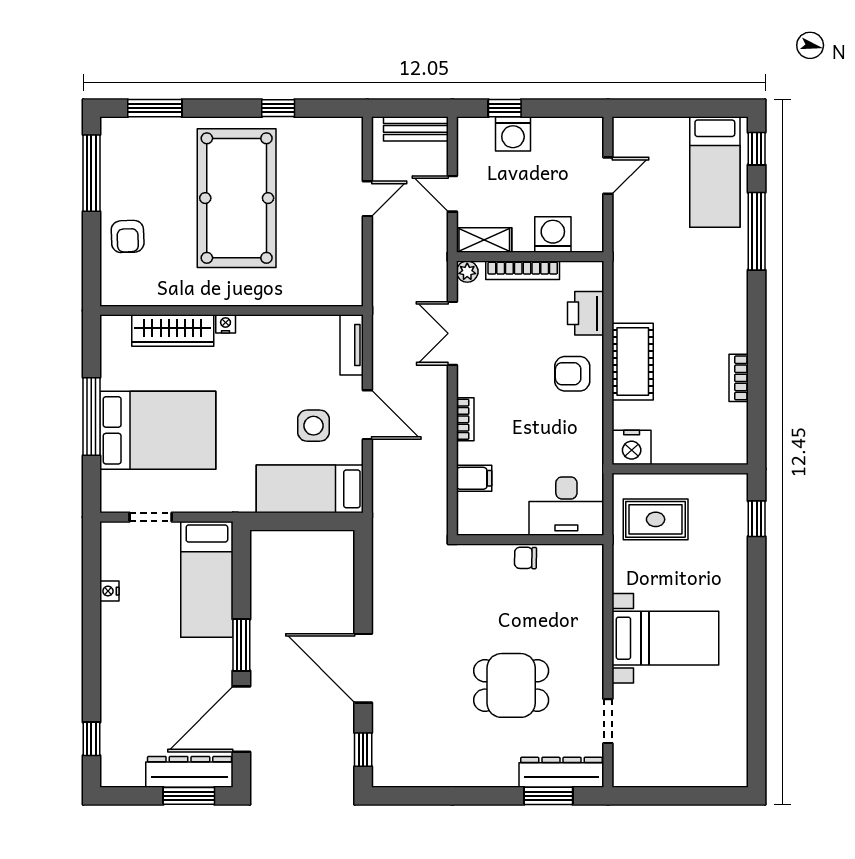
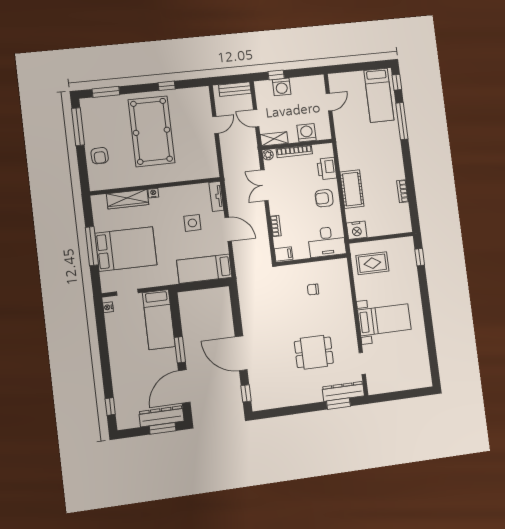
side table: (313, 426) -> (192, 223), moved
desk: (566, 506) -> (327, 242), moved
wall: (530, 540) -> (312, 260), moved
nightstand: (109, 591) -> (108, 307), moved

